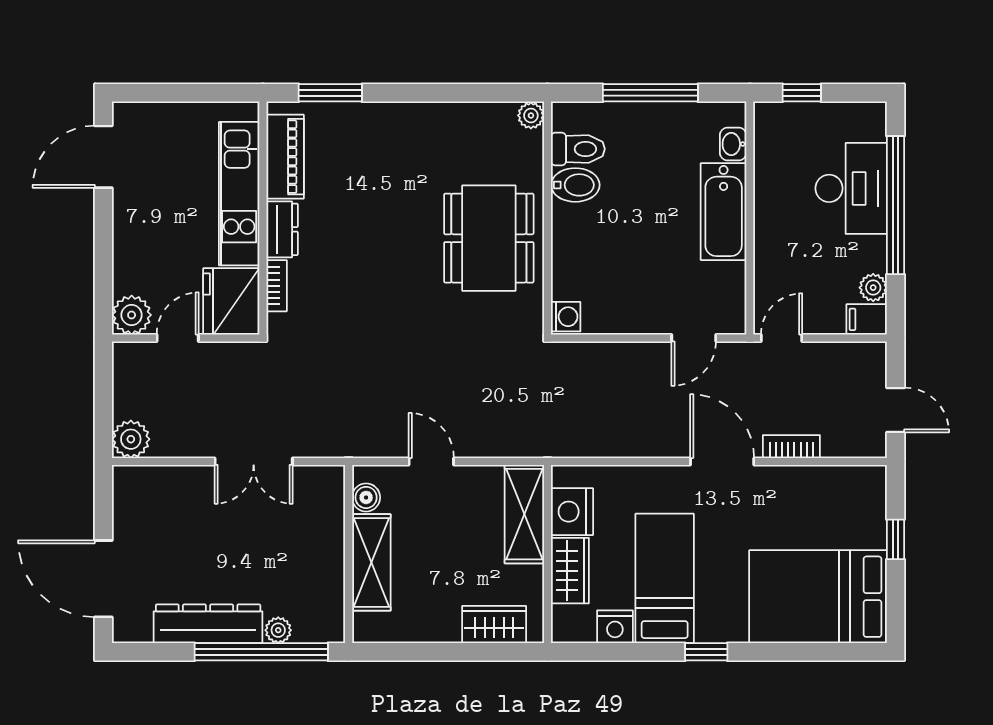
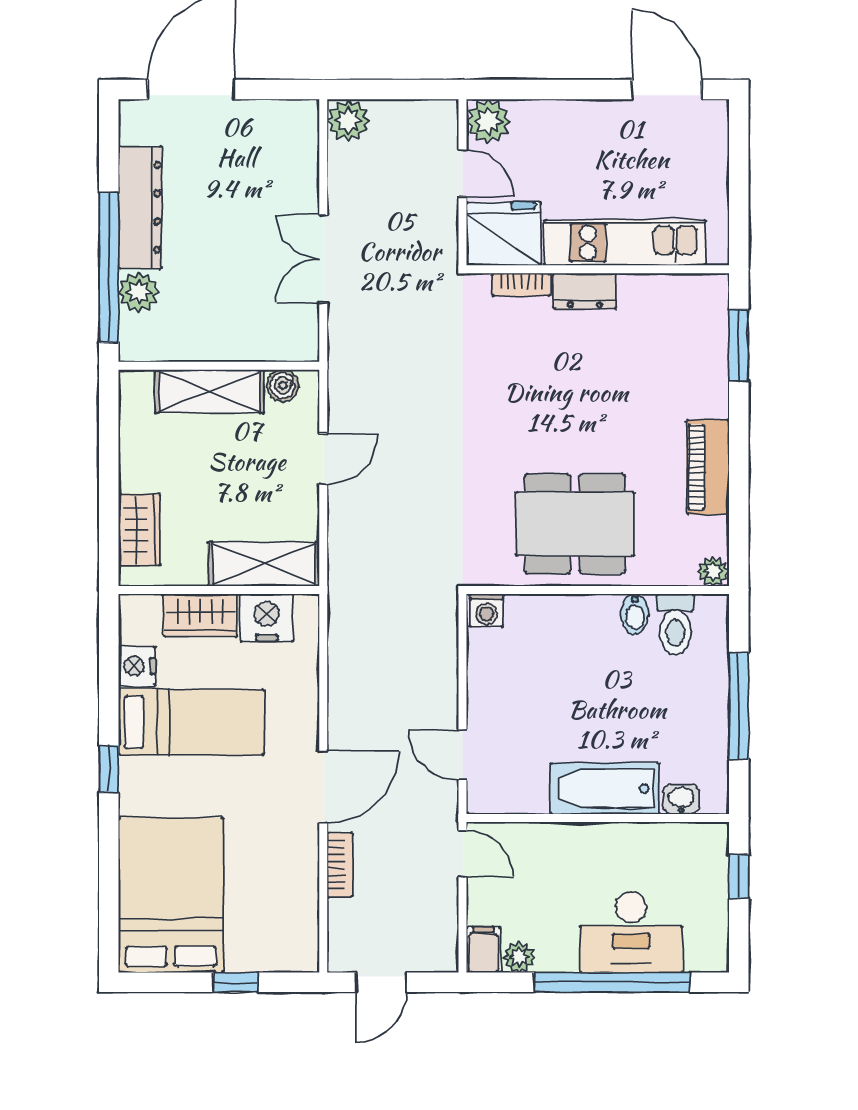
piano: (285, 157) -> (708, 467), moved, turned 90
bidet: (575, 185) -> (635, 614), width x0.72, depth x0.74
plant: (278, 630) -> (139, 292), width x1.38, depth x1.38

